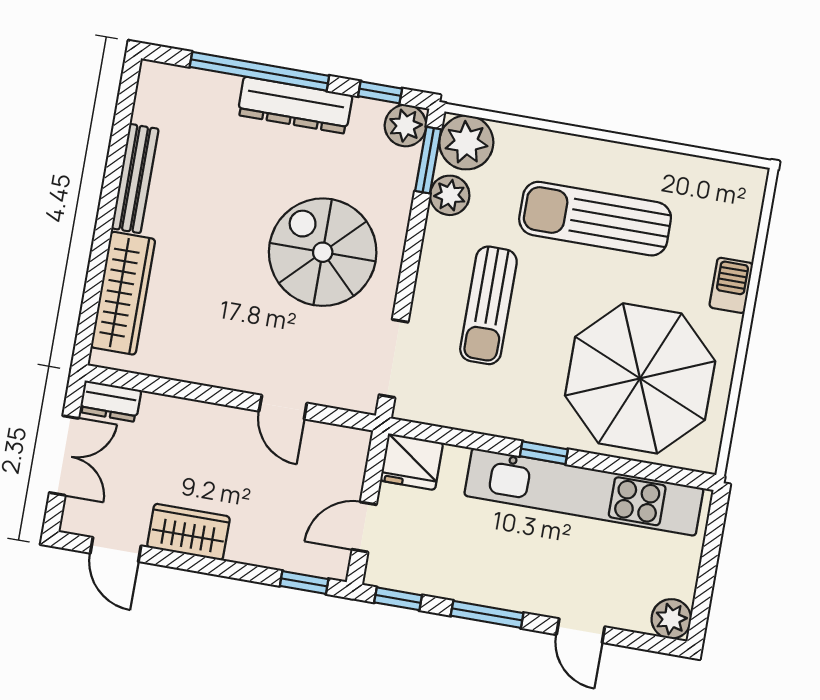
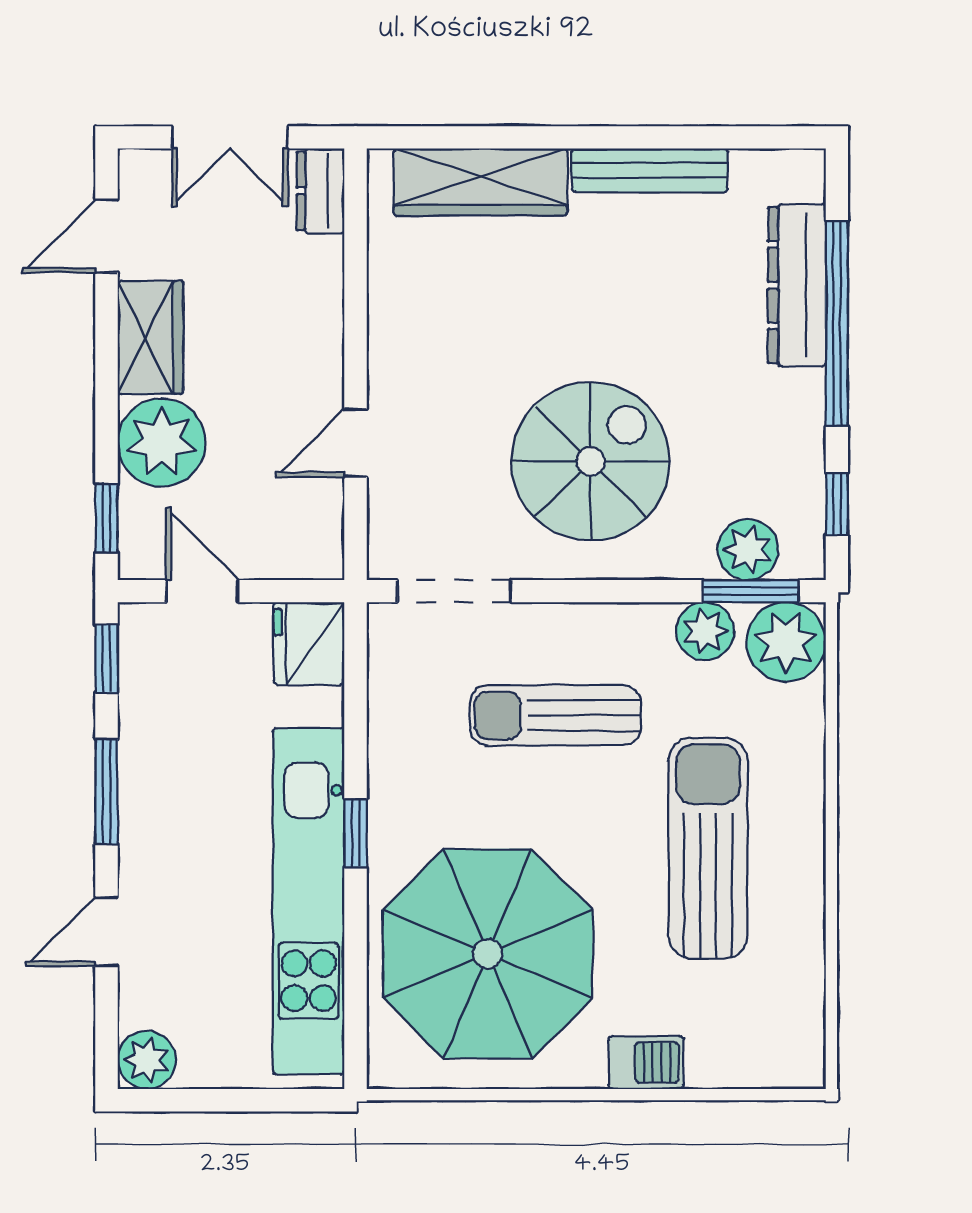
dresser: (295, 105) -> (797, 285), moved
plant: (406, 126) -> (748, 549), moved
plant: (260, 537) -> (162, 443), added

